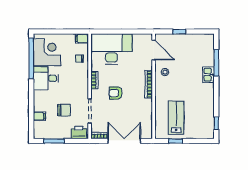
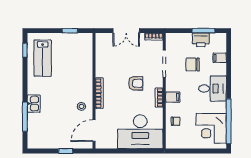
filing cabinet: (82, 39) -> (173, 97), moved
door: (154, 50) -> (94, 131), hinge flipped
desk: (46, 78) -> (213, 88), moved
lab bench: (176, 118) -> (43, 58), moved
printer: (79, 133) -> (201, 40), moved
double door: (124, 141) -> (126, 31), width x0.73

